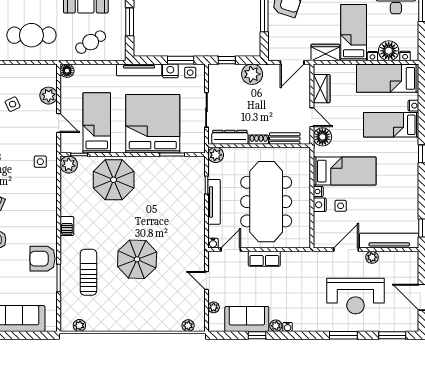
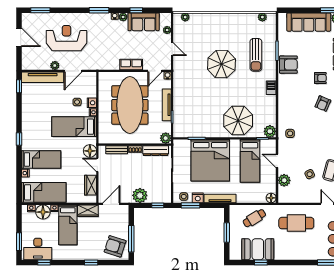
window: (343, 335) -> (99, 10), moved

